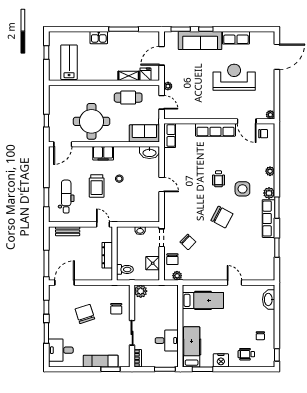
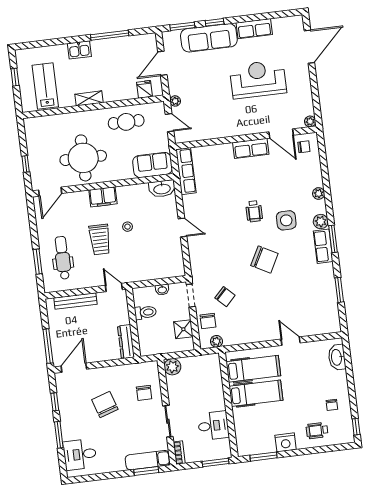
shelving: (129, 76) -> (89, 98), moved
row of seats: (216, 130) -> (251, 148), width x0.68
row of seats: (170, 136) -> (186, 171), width x1.48
row of seats: (269, 219) -> (323, 246), width x0.68
bench: (68, 231) -> (75, 301), width x1.36
dresser: (107, 255) -> (126, 342), moved
toilet: (125, 269) -> (145, 312), moved
hospital bed: (192, 347) -> (256, 393), moved, turned 90
exam couch: (101, 361) -> (148, 460), moved

